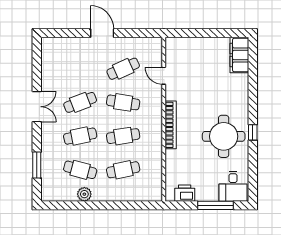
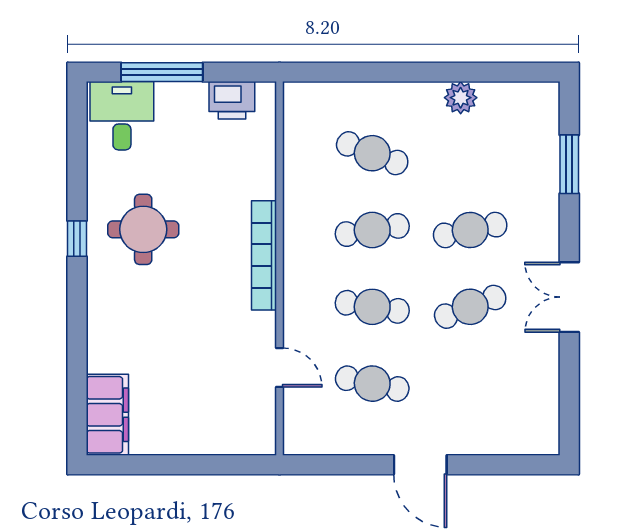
cafe table: (123, 69) -> (372, 384), turned 36
round table: (224, 136) -> (143, 229), width x0.73, depth x0.73
cafe table: (80, 170) -> (470, 153), removed
cafe table: (123, 170) -> (372, 153), turned 33

